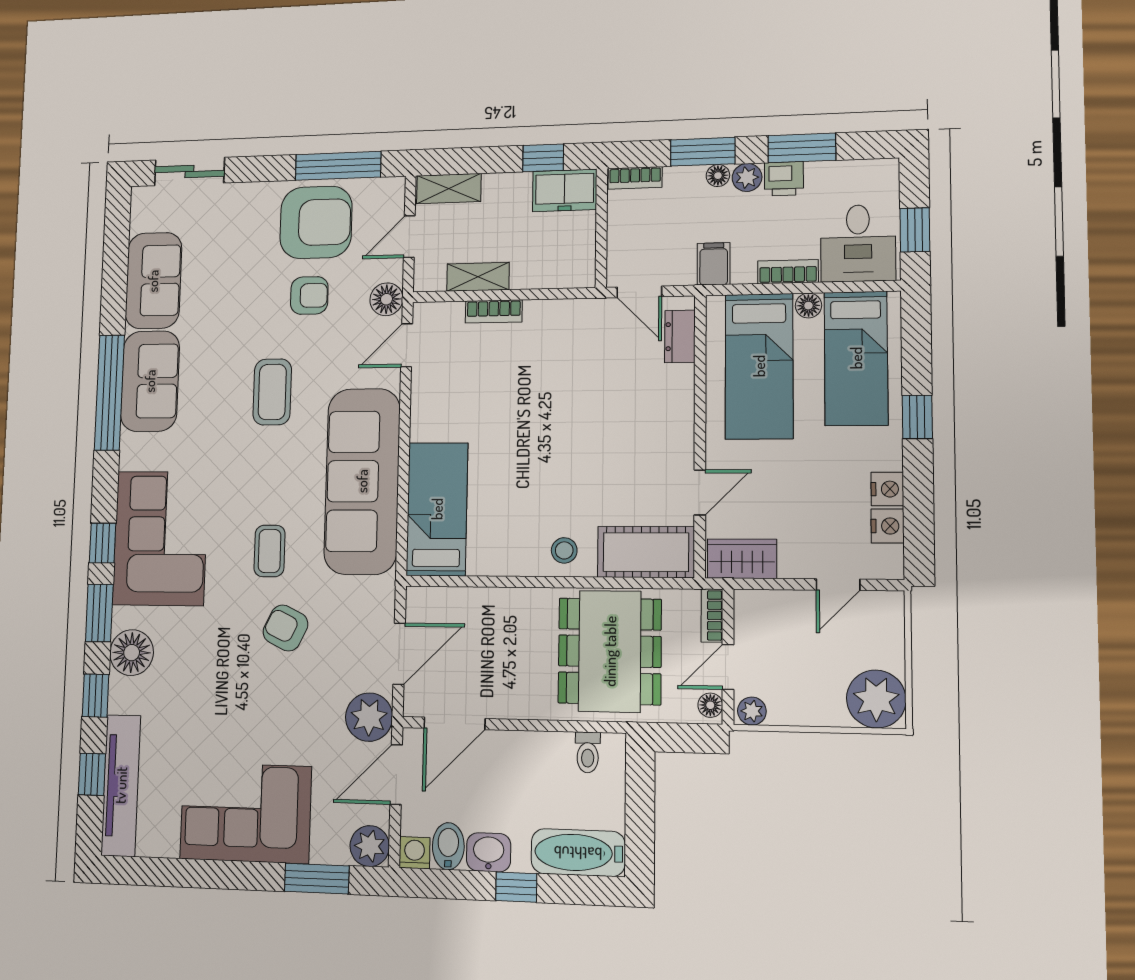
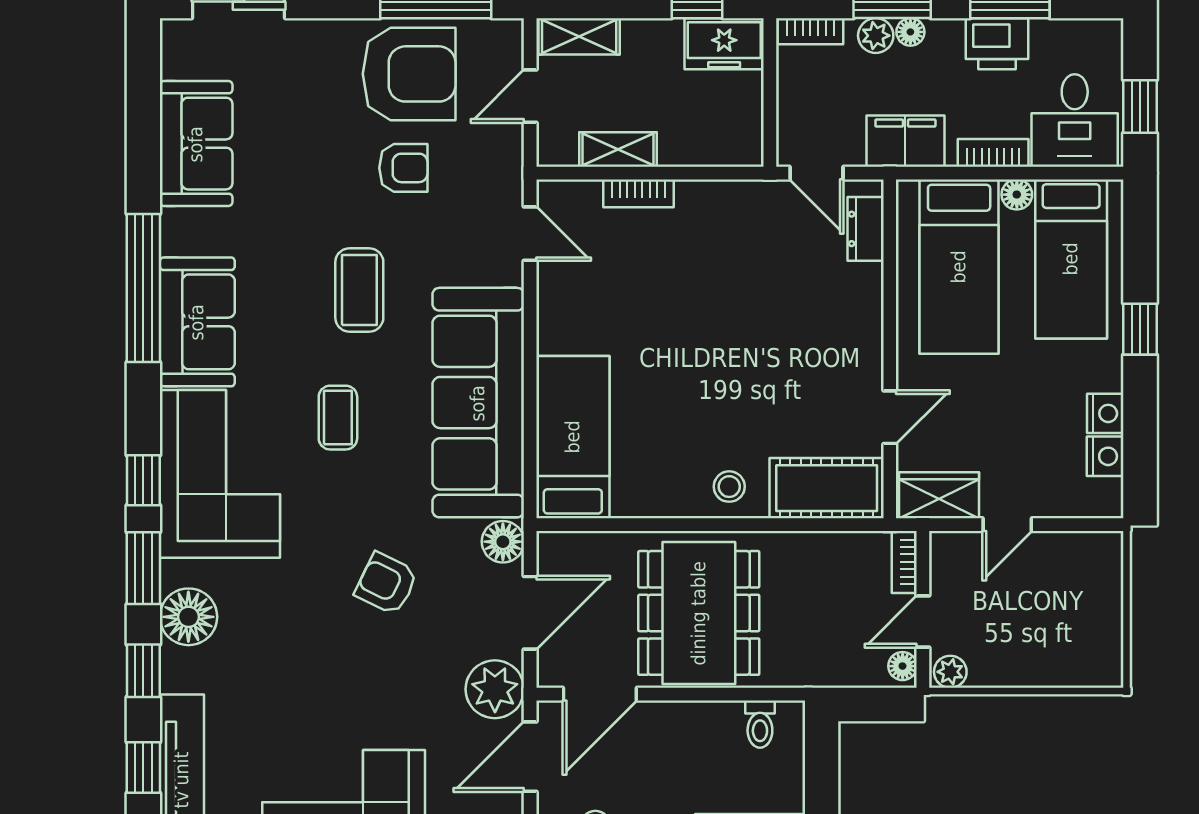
plant: (747, 177) -> (876, 36), moved
printer: (784, 179) -> (997, 44), width x1.36, depth x1.24
filing cabinet: (714, 264) -> (905, 141), width x2.00
floor lamp: (386, 299) -> (503, 542), moved
door: (407, 345) -> (530, 234), swing flipped
sofa: (150, 381) -> (197, 322), moved
coffee table: (270, 551) -> (338, 418), moved
door: (838, 585) -> (1007, 525), moved
dining table: (610, 651) -> (699, 613), moved
plant: (876, 699) -> (1090, 655), removed

